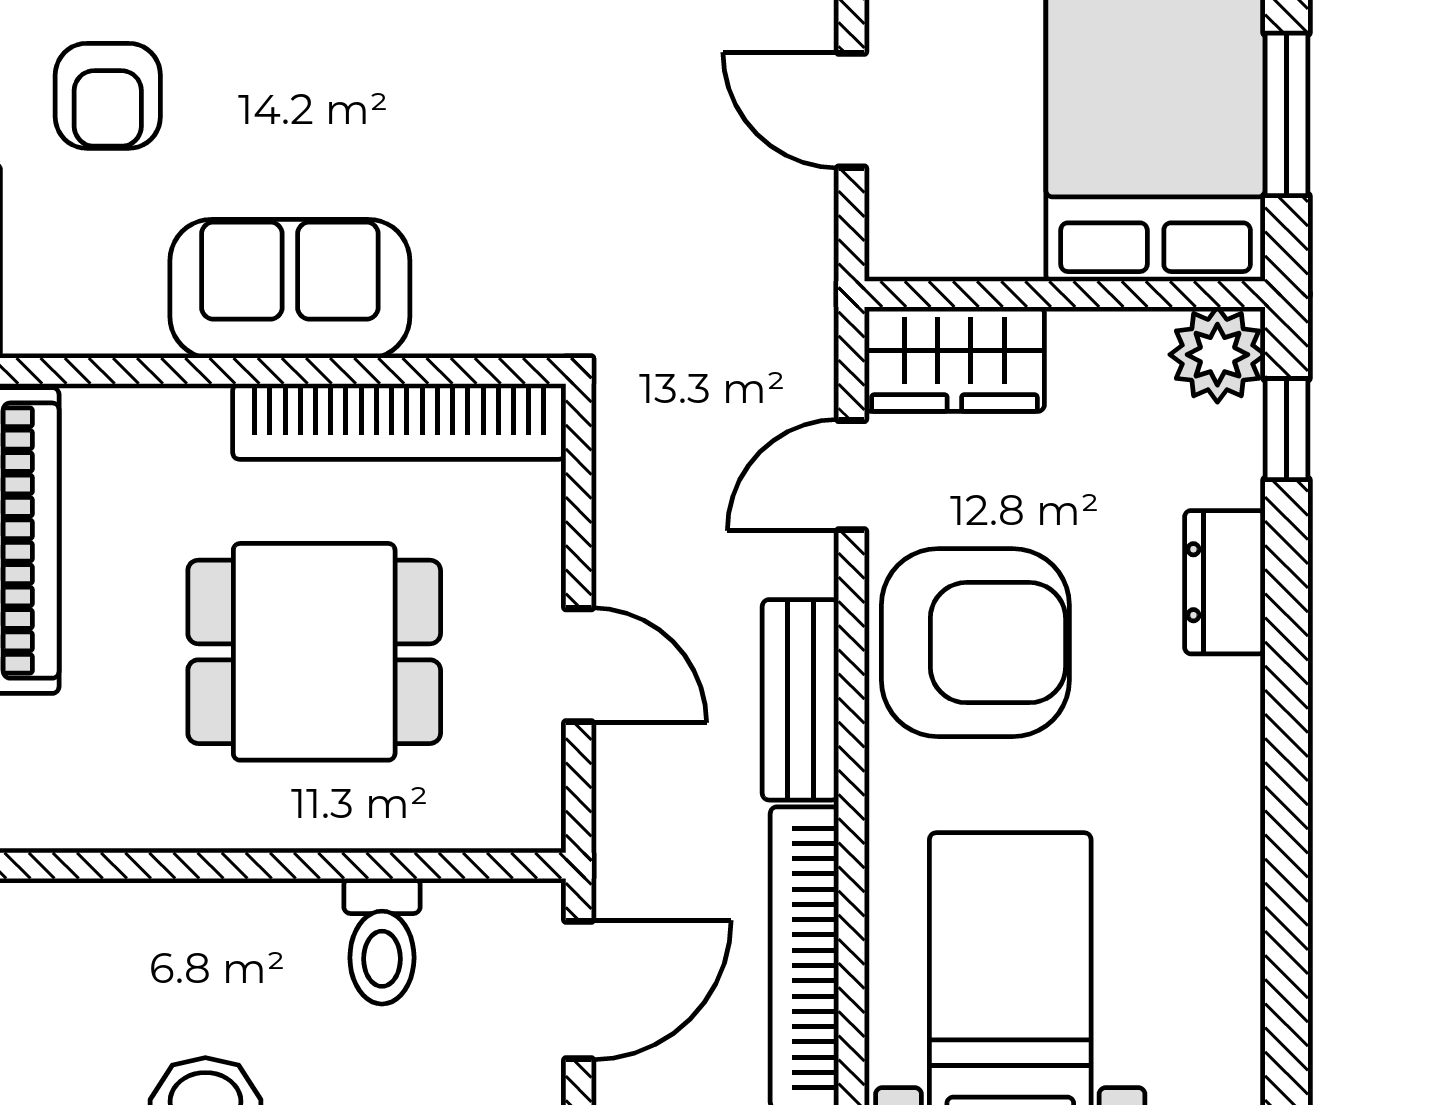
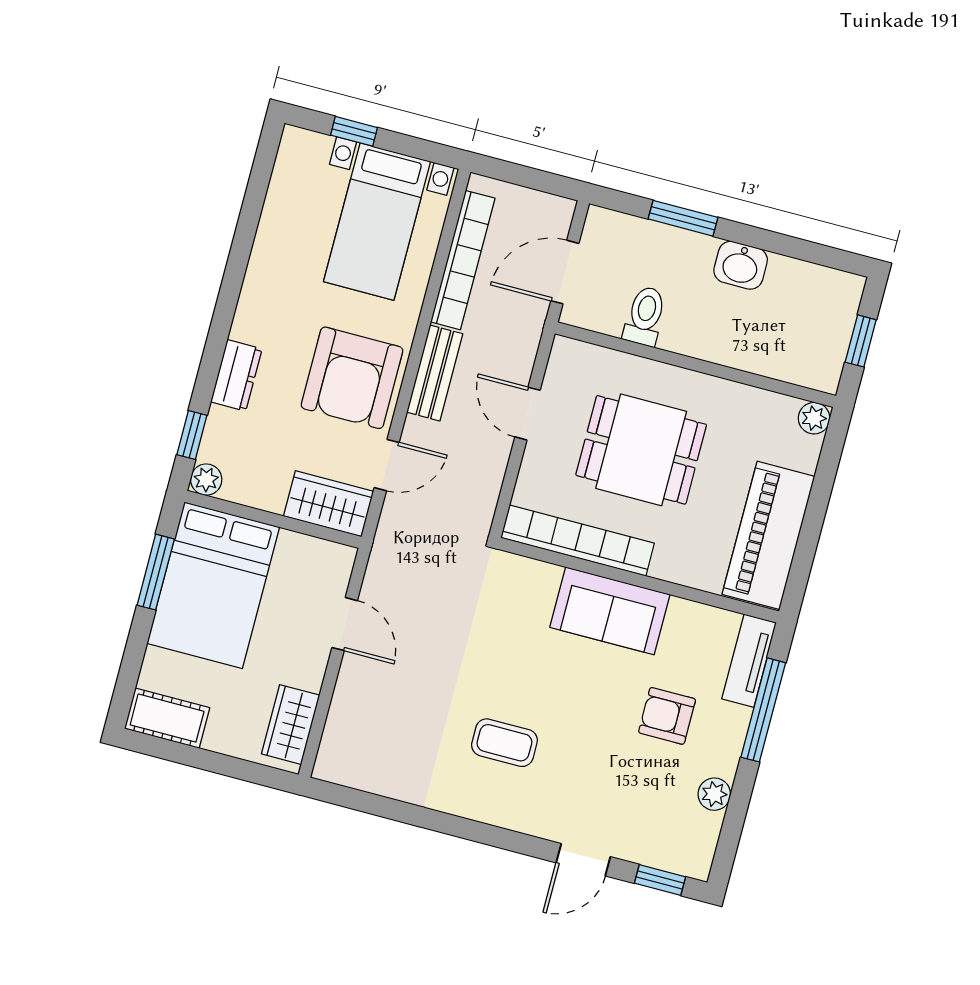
armchair: (108, 96) -> (667, 716), turned -90
plant: (1217, 355) -> (206, 480), width x0.73, depth x0.73
armchair: (975, 643) -> (352, 378), turned -90

